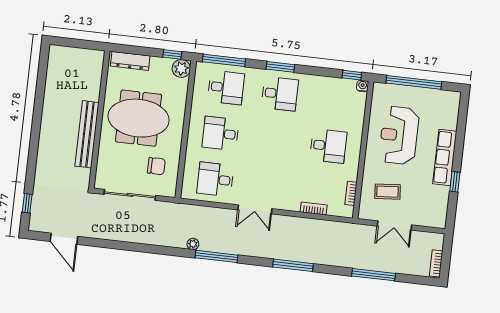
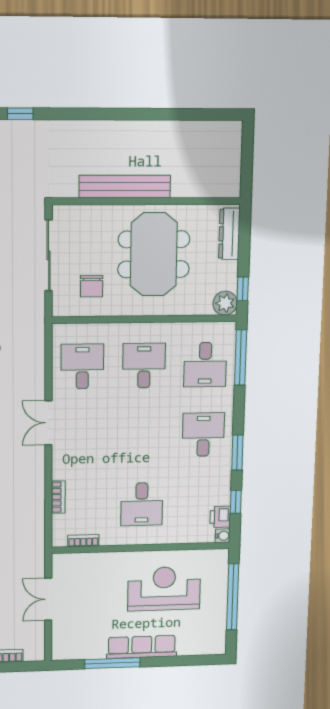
window: (280, 67) -> (237, 453), moved
window: (352, 75) -> (236, 502), moved
printer: (347, 86) -> (220, 517), added
desk: (280, 94) -> (203, 434), turned 180
window: (455, 182) -> (112, 663), width x2.17
coffee table: (388, 192) -> (91, 585), removed

